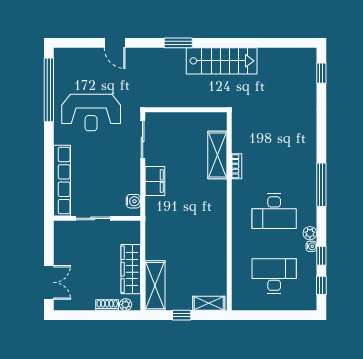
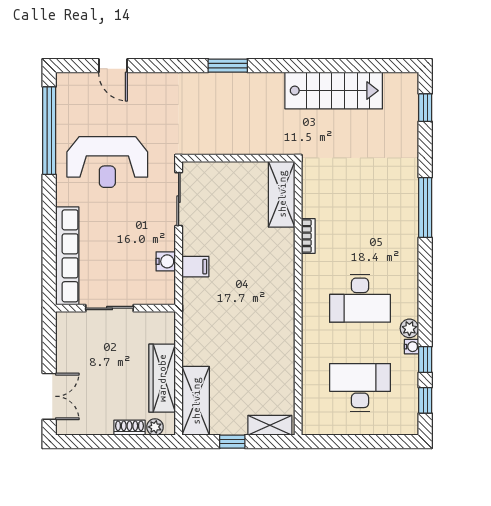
door: (115, 43) -> (113, 66), moved
stairs: (222, 61) -> (334, 91), moved
shelving: (217, 155) -> (282, 194), moved
filing cabinet: (155, 181) -> (195, 267), width x0.50
window: (321, 185) -> (425, 208), moved
water cooler: (133, 201) -> (166, 261), moved

